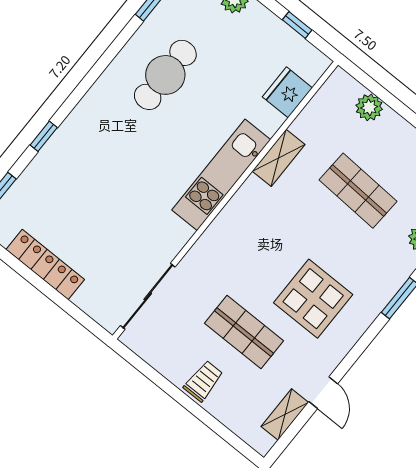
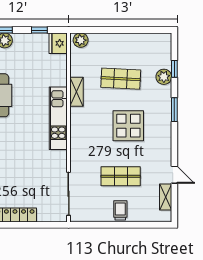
fridge: (287, 92) -> (58, 43), moved
plant: (369, 107) -> (81, 40), moved
display table: (313, 299) -> (128, 126), moved

